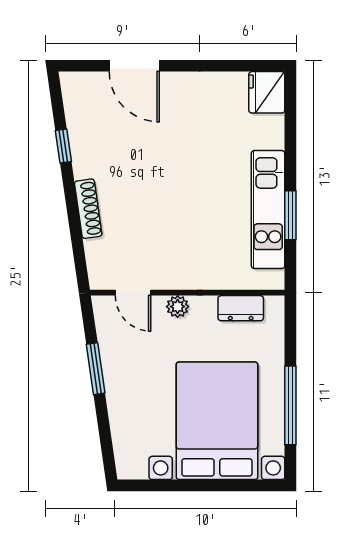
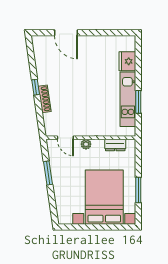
fridge: (267, 92) -> (127, 61), moved
window: (63, 146) -> (36, 87), moved
window: (290, 405) -> (138, 190), width x0.69

